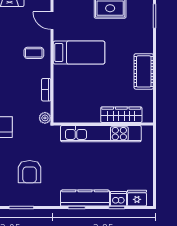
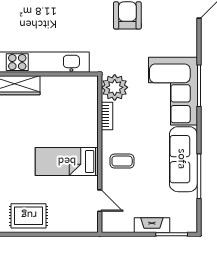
plant: (45, 118) -> (115, 87), width x1.88, depth x1.88

